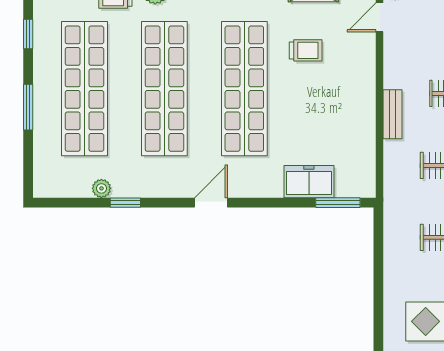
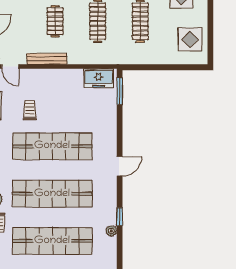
bench: (393, 114) -> (47, 59), moved, width x1.36
freezer: (309, 182) -> (99, 78), moved, turned -90
door: (211, 203) -> (120, 166), swing flipped

